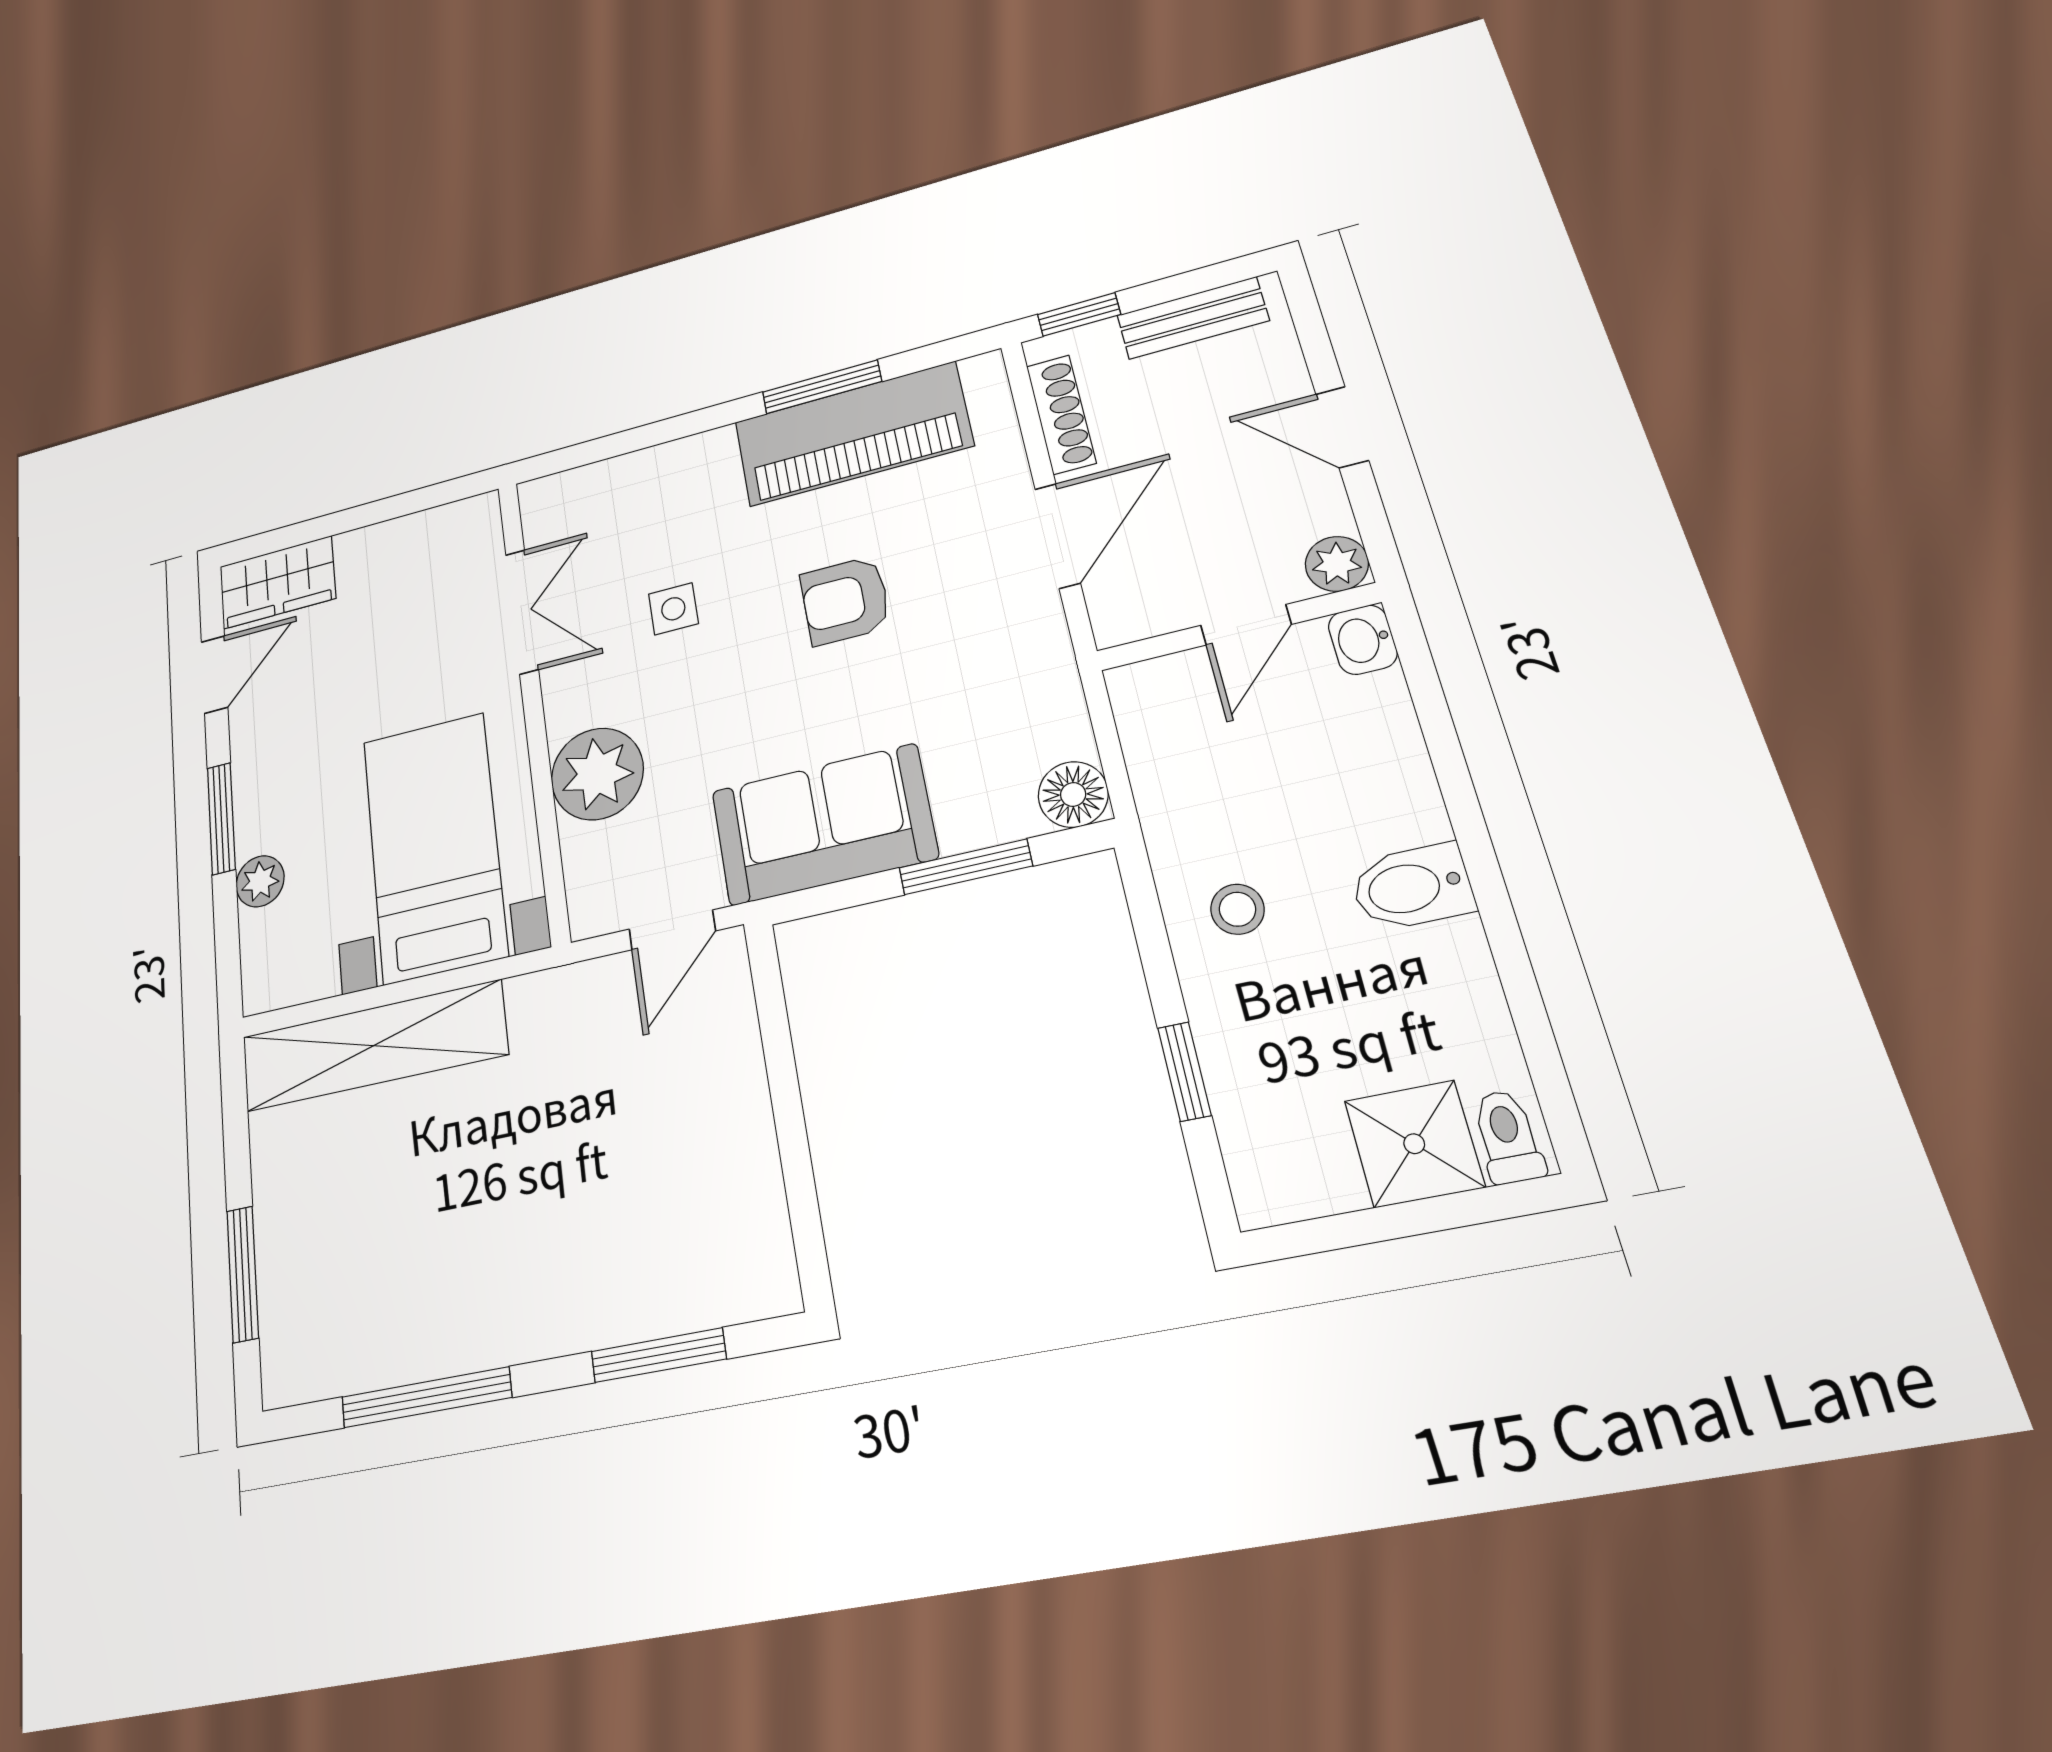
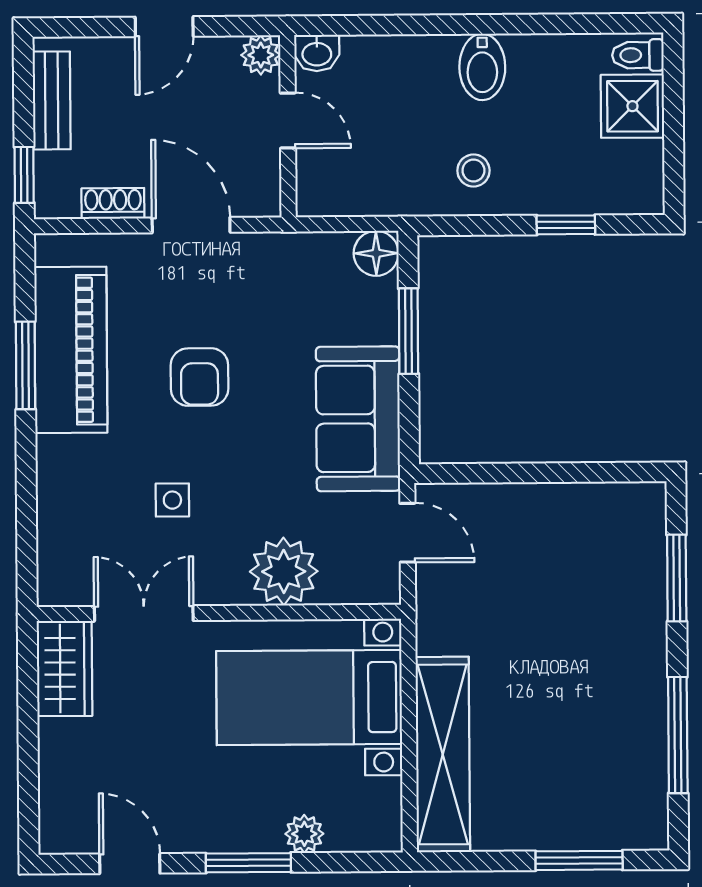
shoe rack: (1061, 414) -> (113, 203), width x0.70
wardrobe: (277, 582) -> (64, 668), moved

